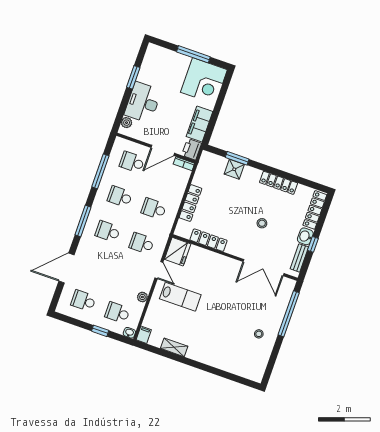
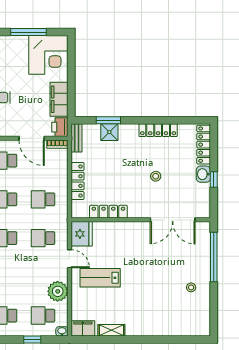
door: (163, 150) -> (32, 138), hinge flipped
bench: (299, 258) -> (77, 138), moved
plant: (142, 297) -> (58, 291), width x1.88, depth x1.88
lab bench: (180, 297) -> (100, 278), turned 180
filing cabinet: (144, 335) -> (83, 328), width x2.00

